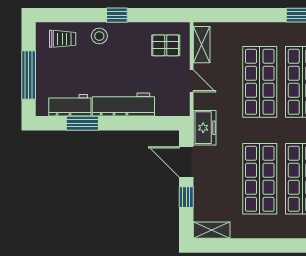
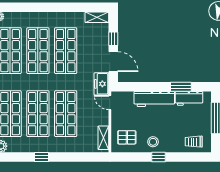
stool: (99, 36) -> (153, 142), moved
door: (192, 81) -> (110, 103), moved

